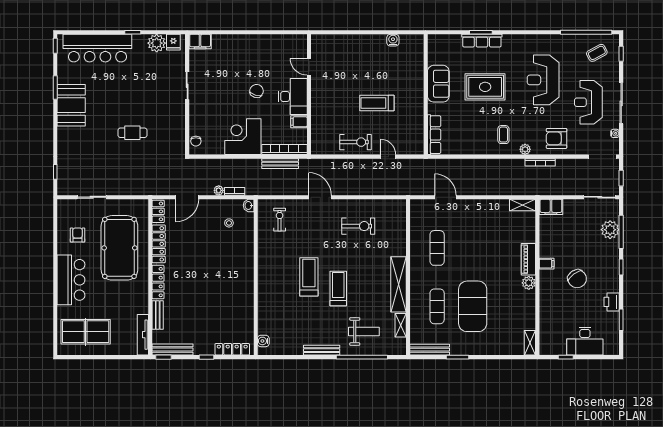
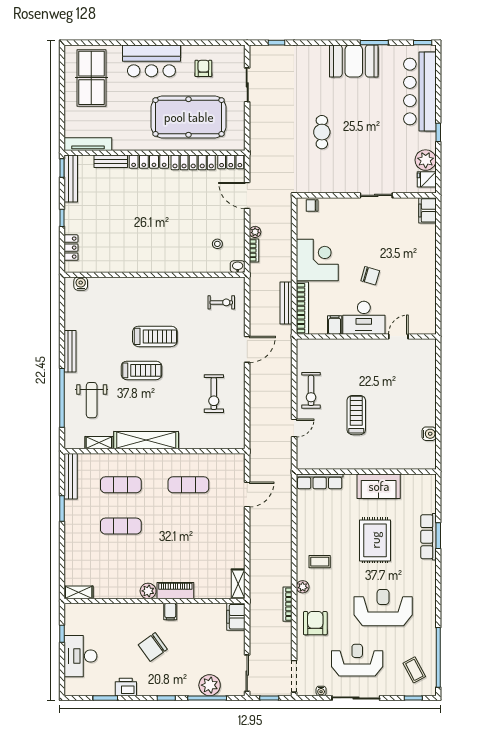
armchair: (78, 235) -> (203, 68), turned -90
exercise mat: (473, 306) -> (121, 526), width x0.50, depth x0.69
locker: (232, 349) -> (71, 248), width x0.66

